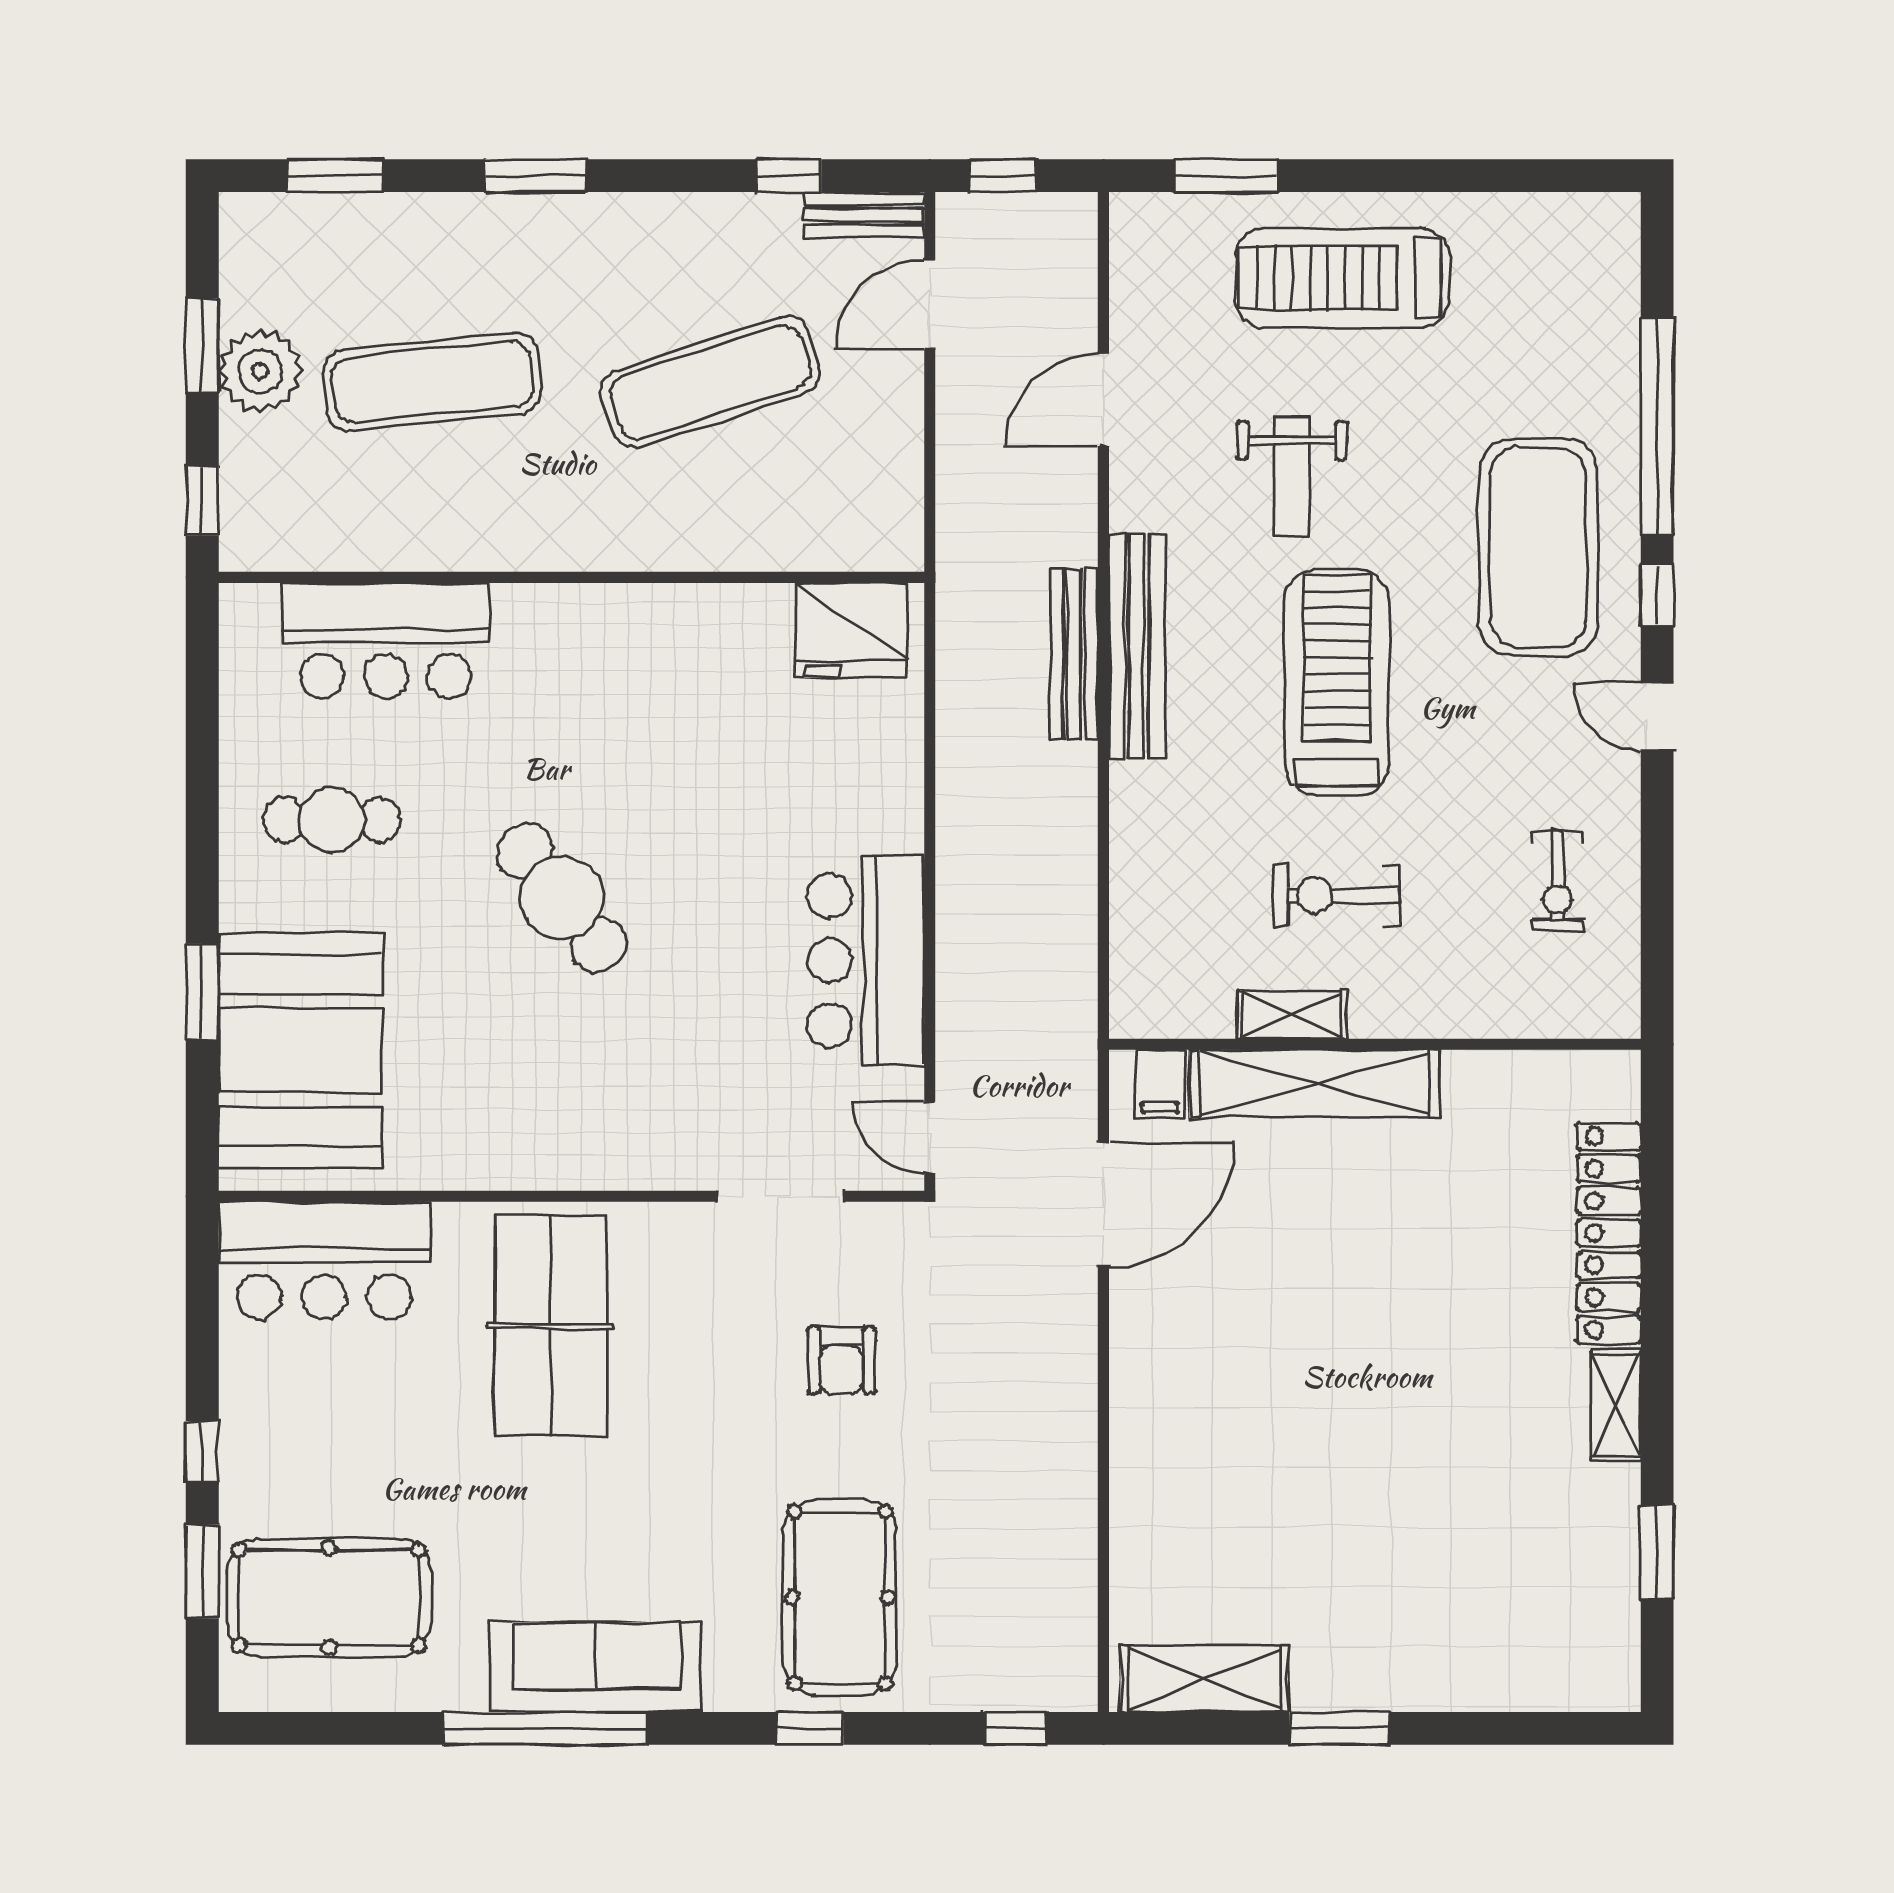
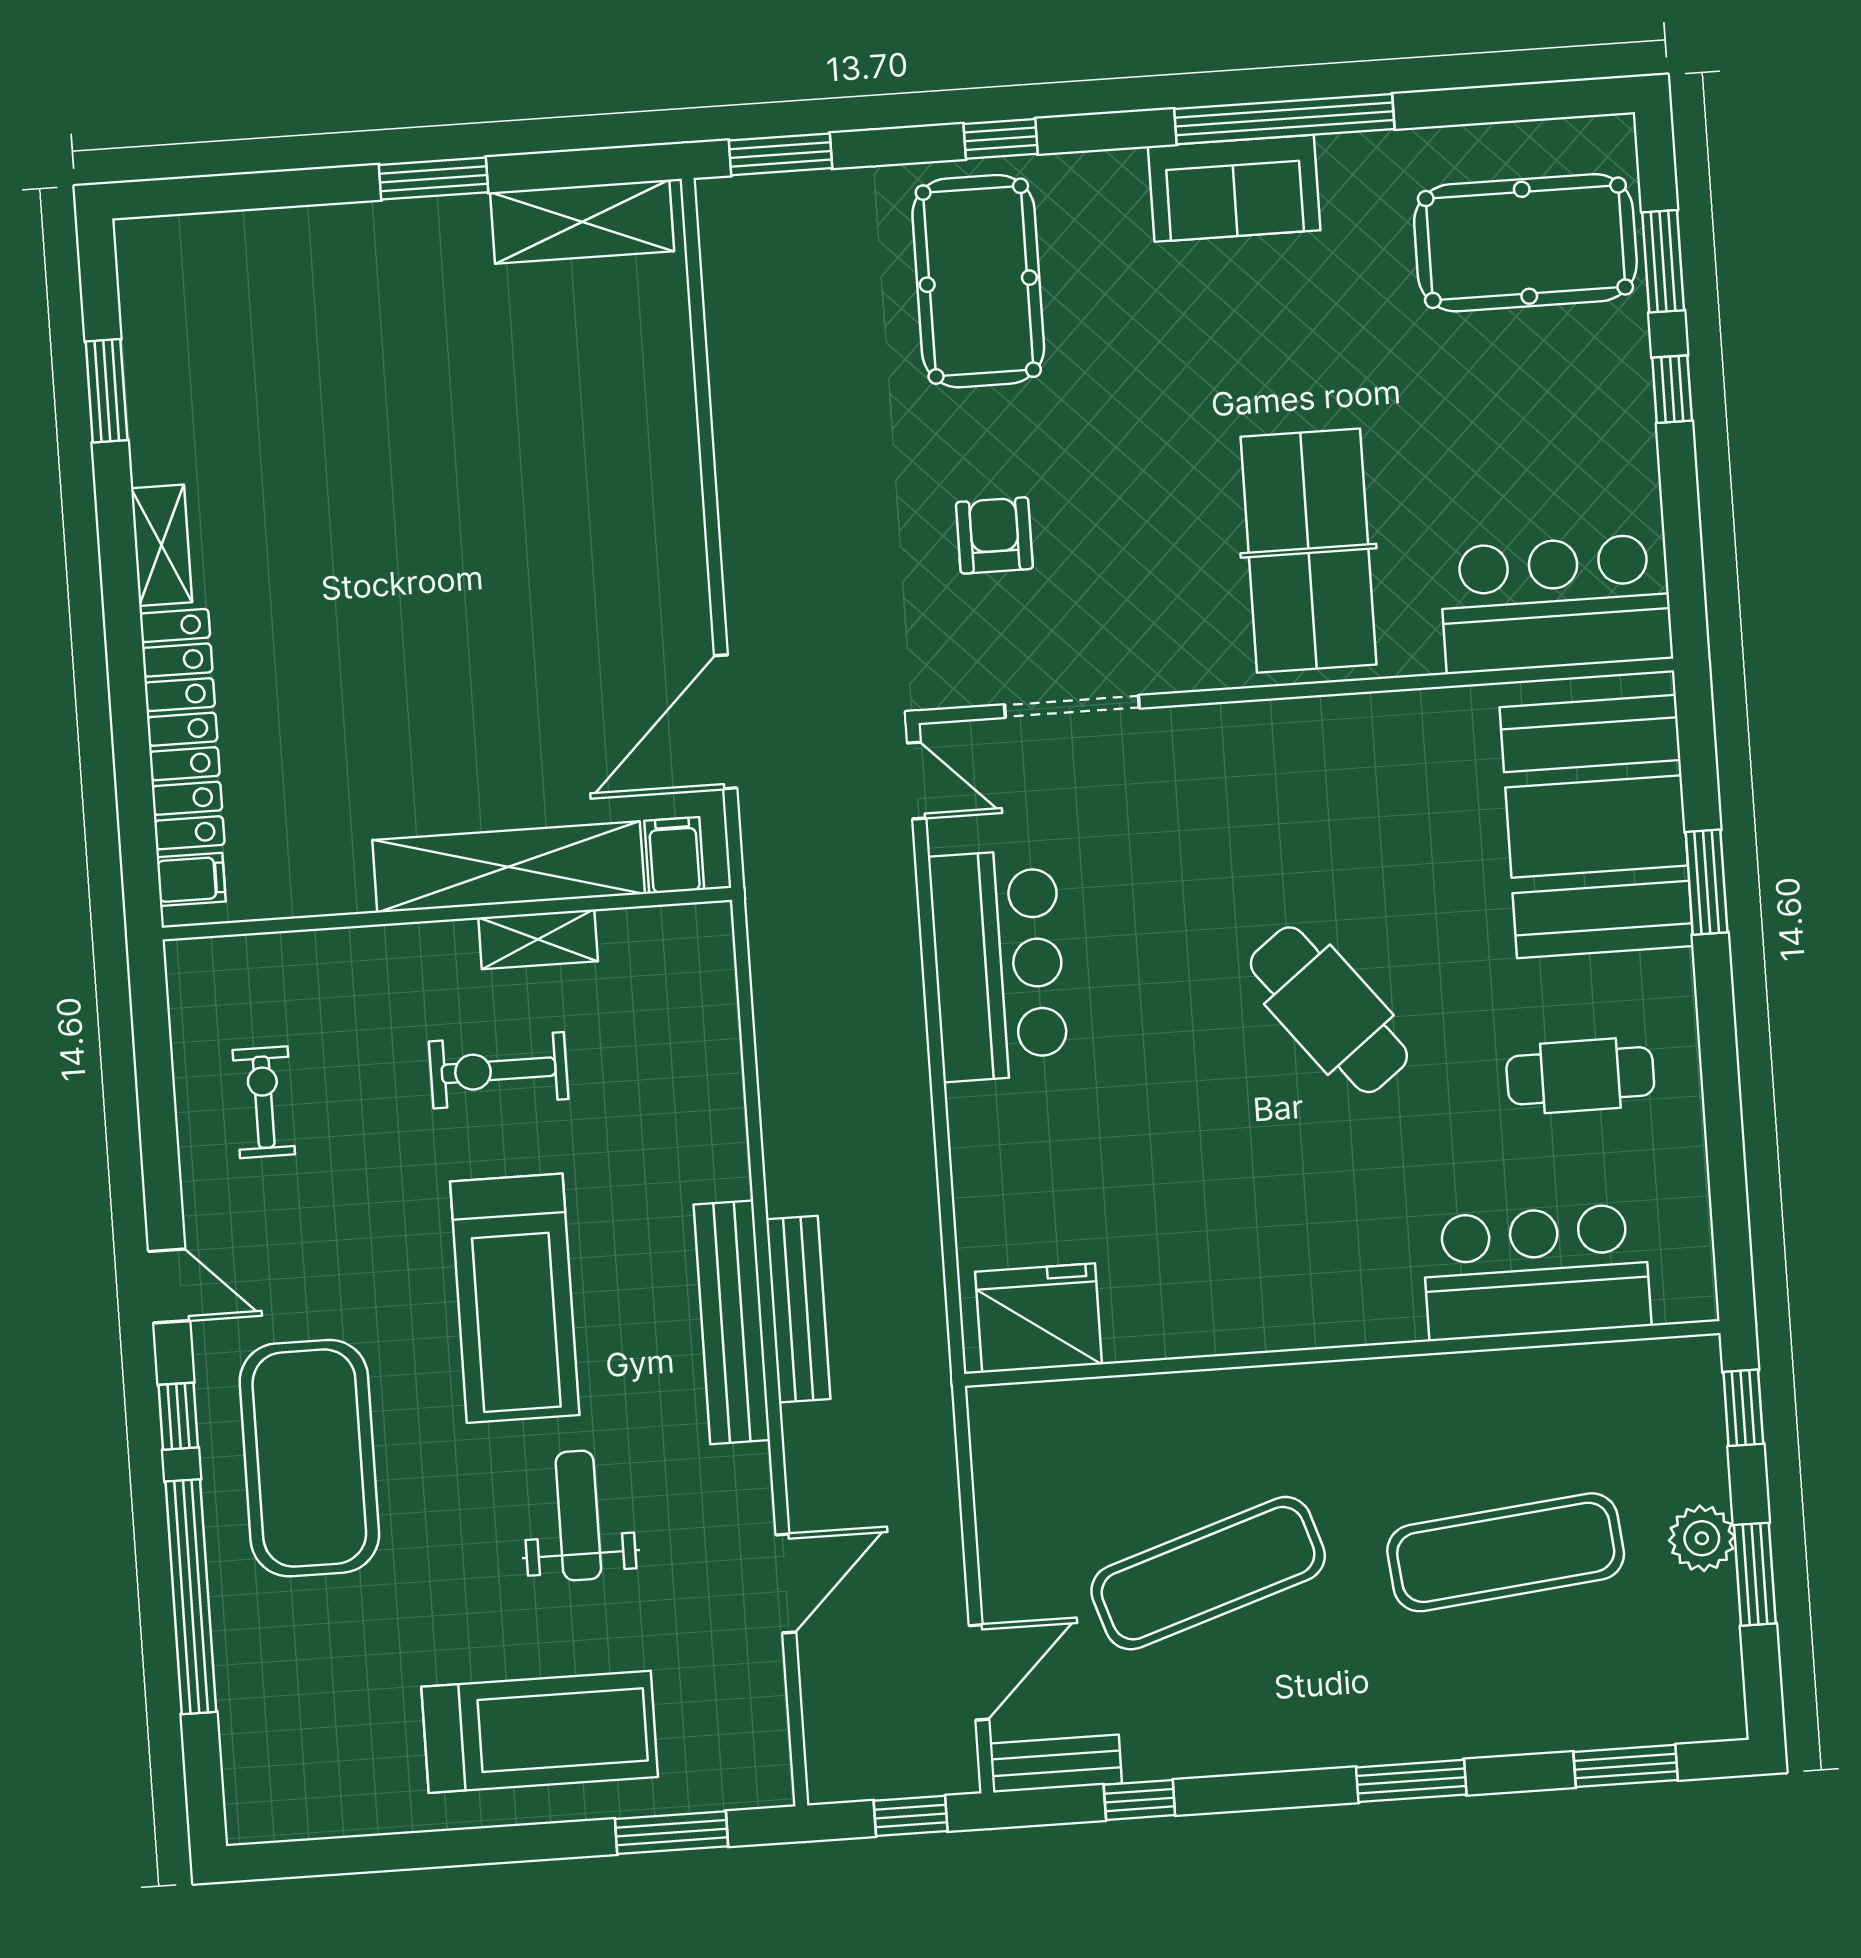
plant: (260, 371) -> (1702, 1538), width x0.73, depth x0.73
exercise bike: (1337, 895) -> (499, 1070), turned 180
filing cabinet: (1610, 1093) -> (191, 879), added
sofa: (596, 1667) -> (1234, 188), width x0.73
window: (1016, 1728) -> (780, 154), width x1.50

